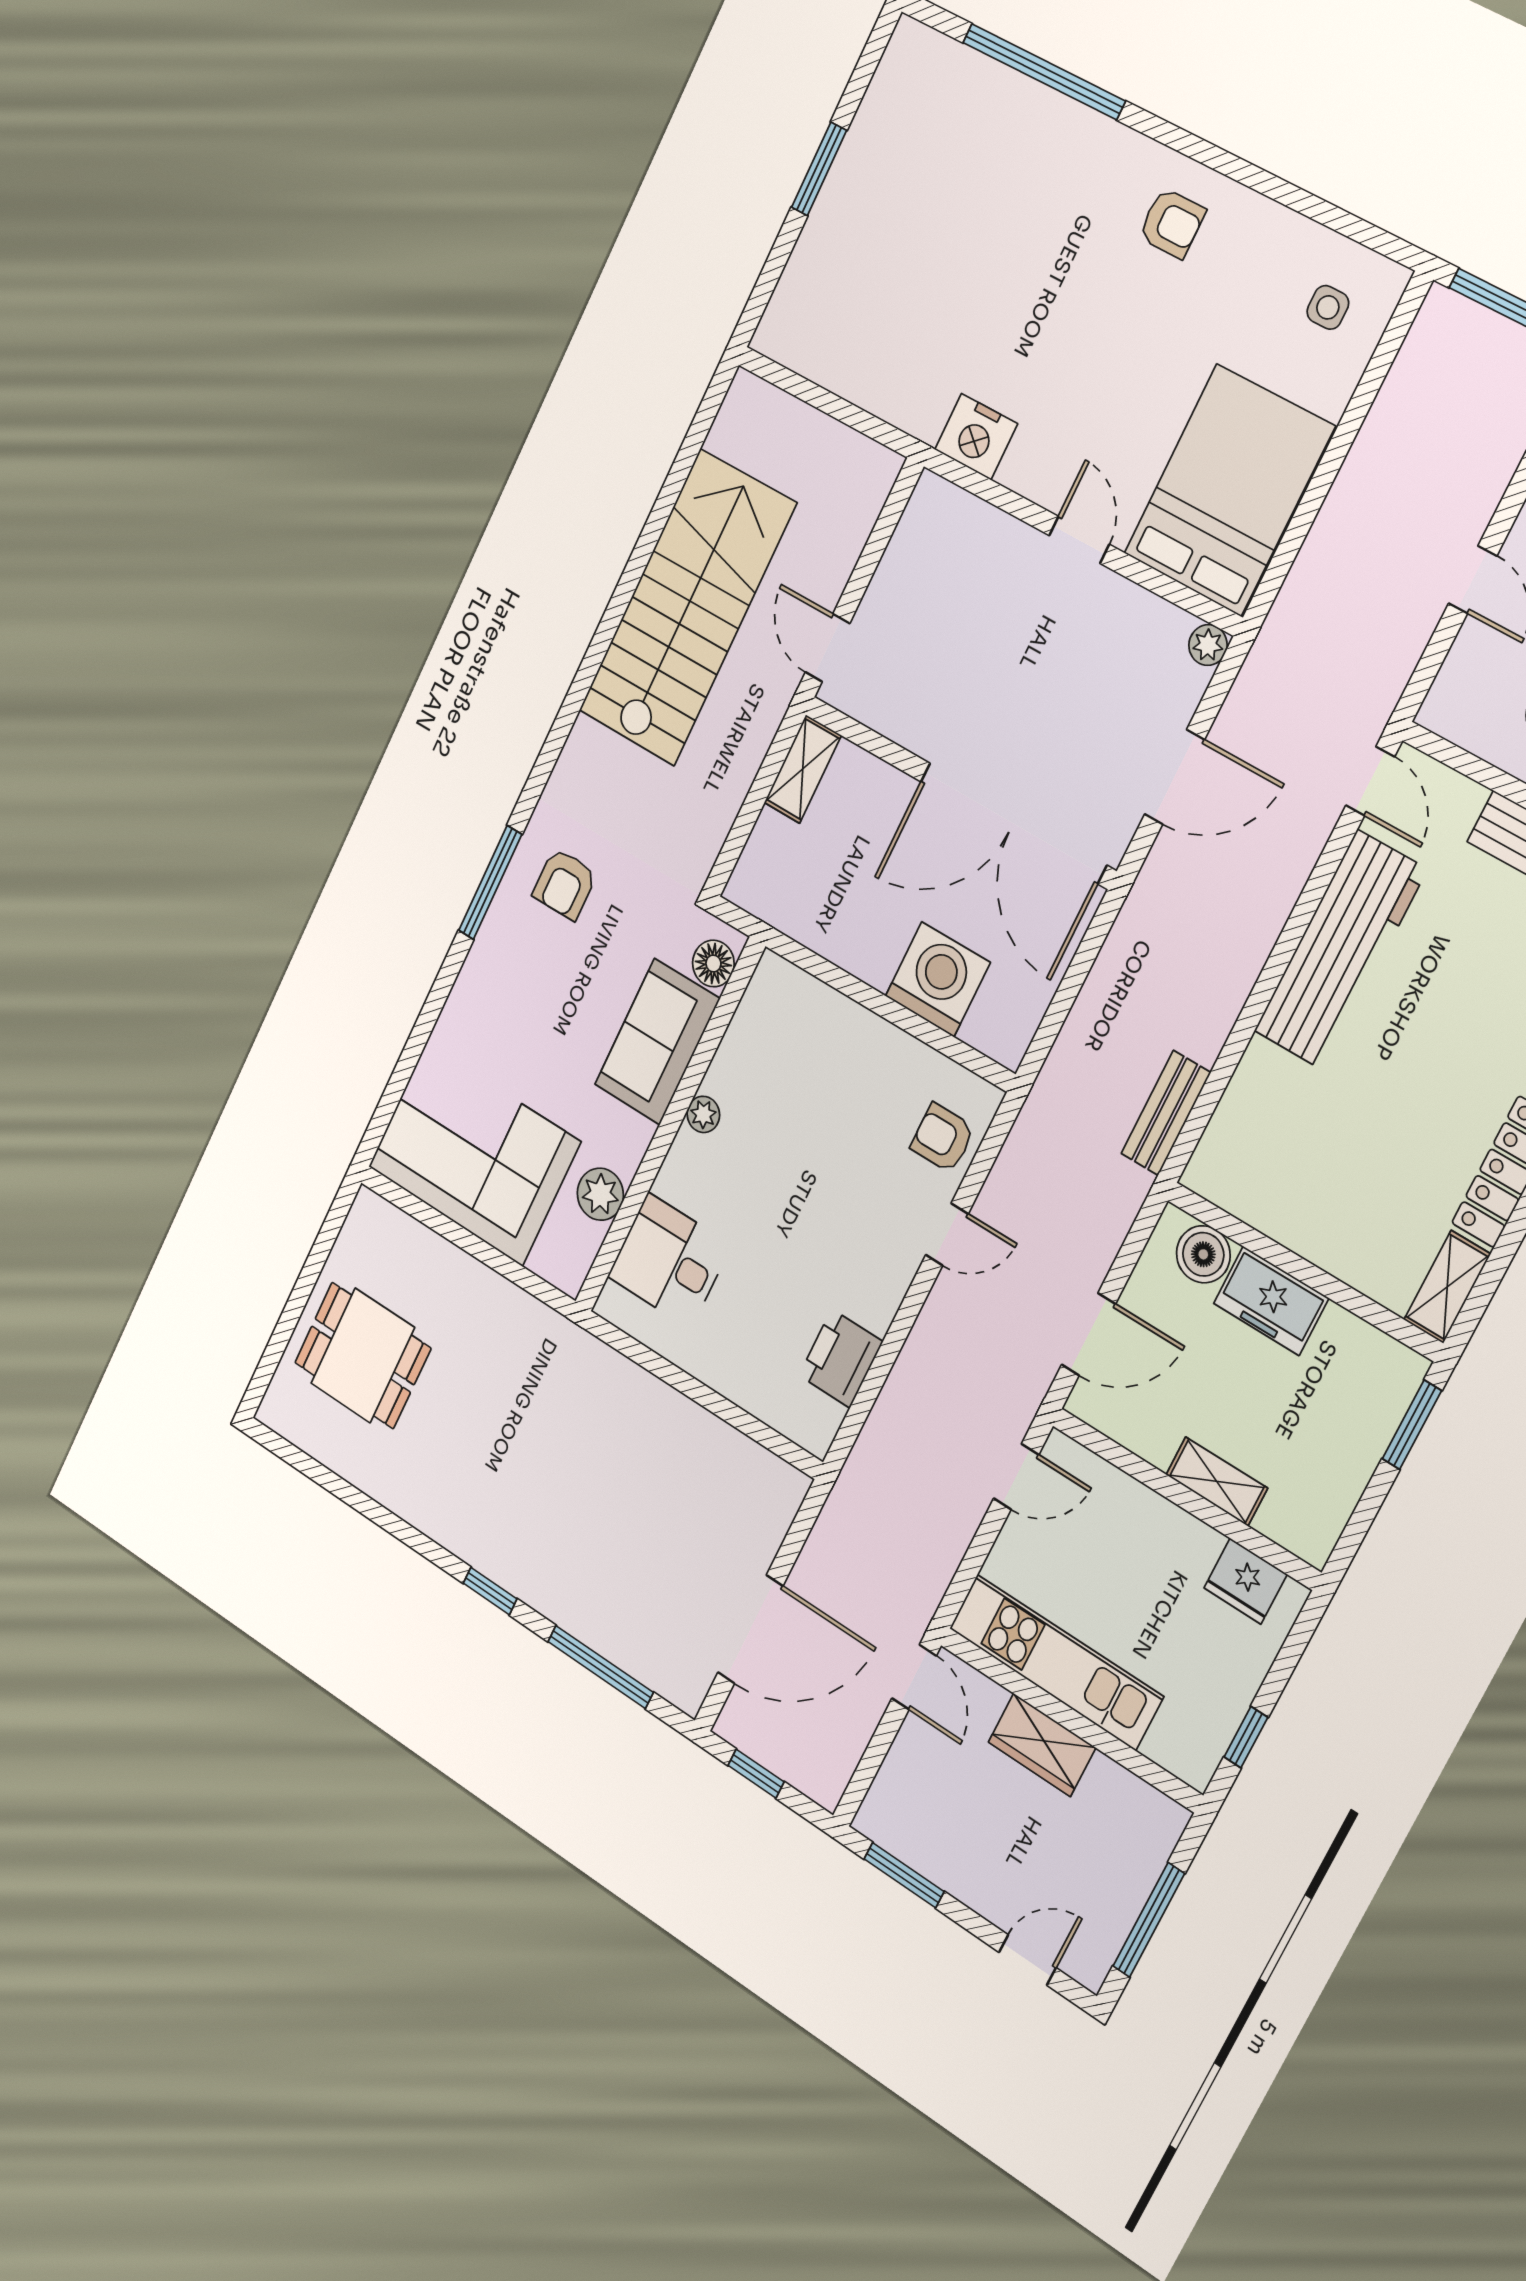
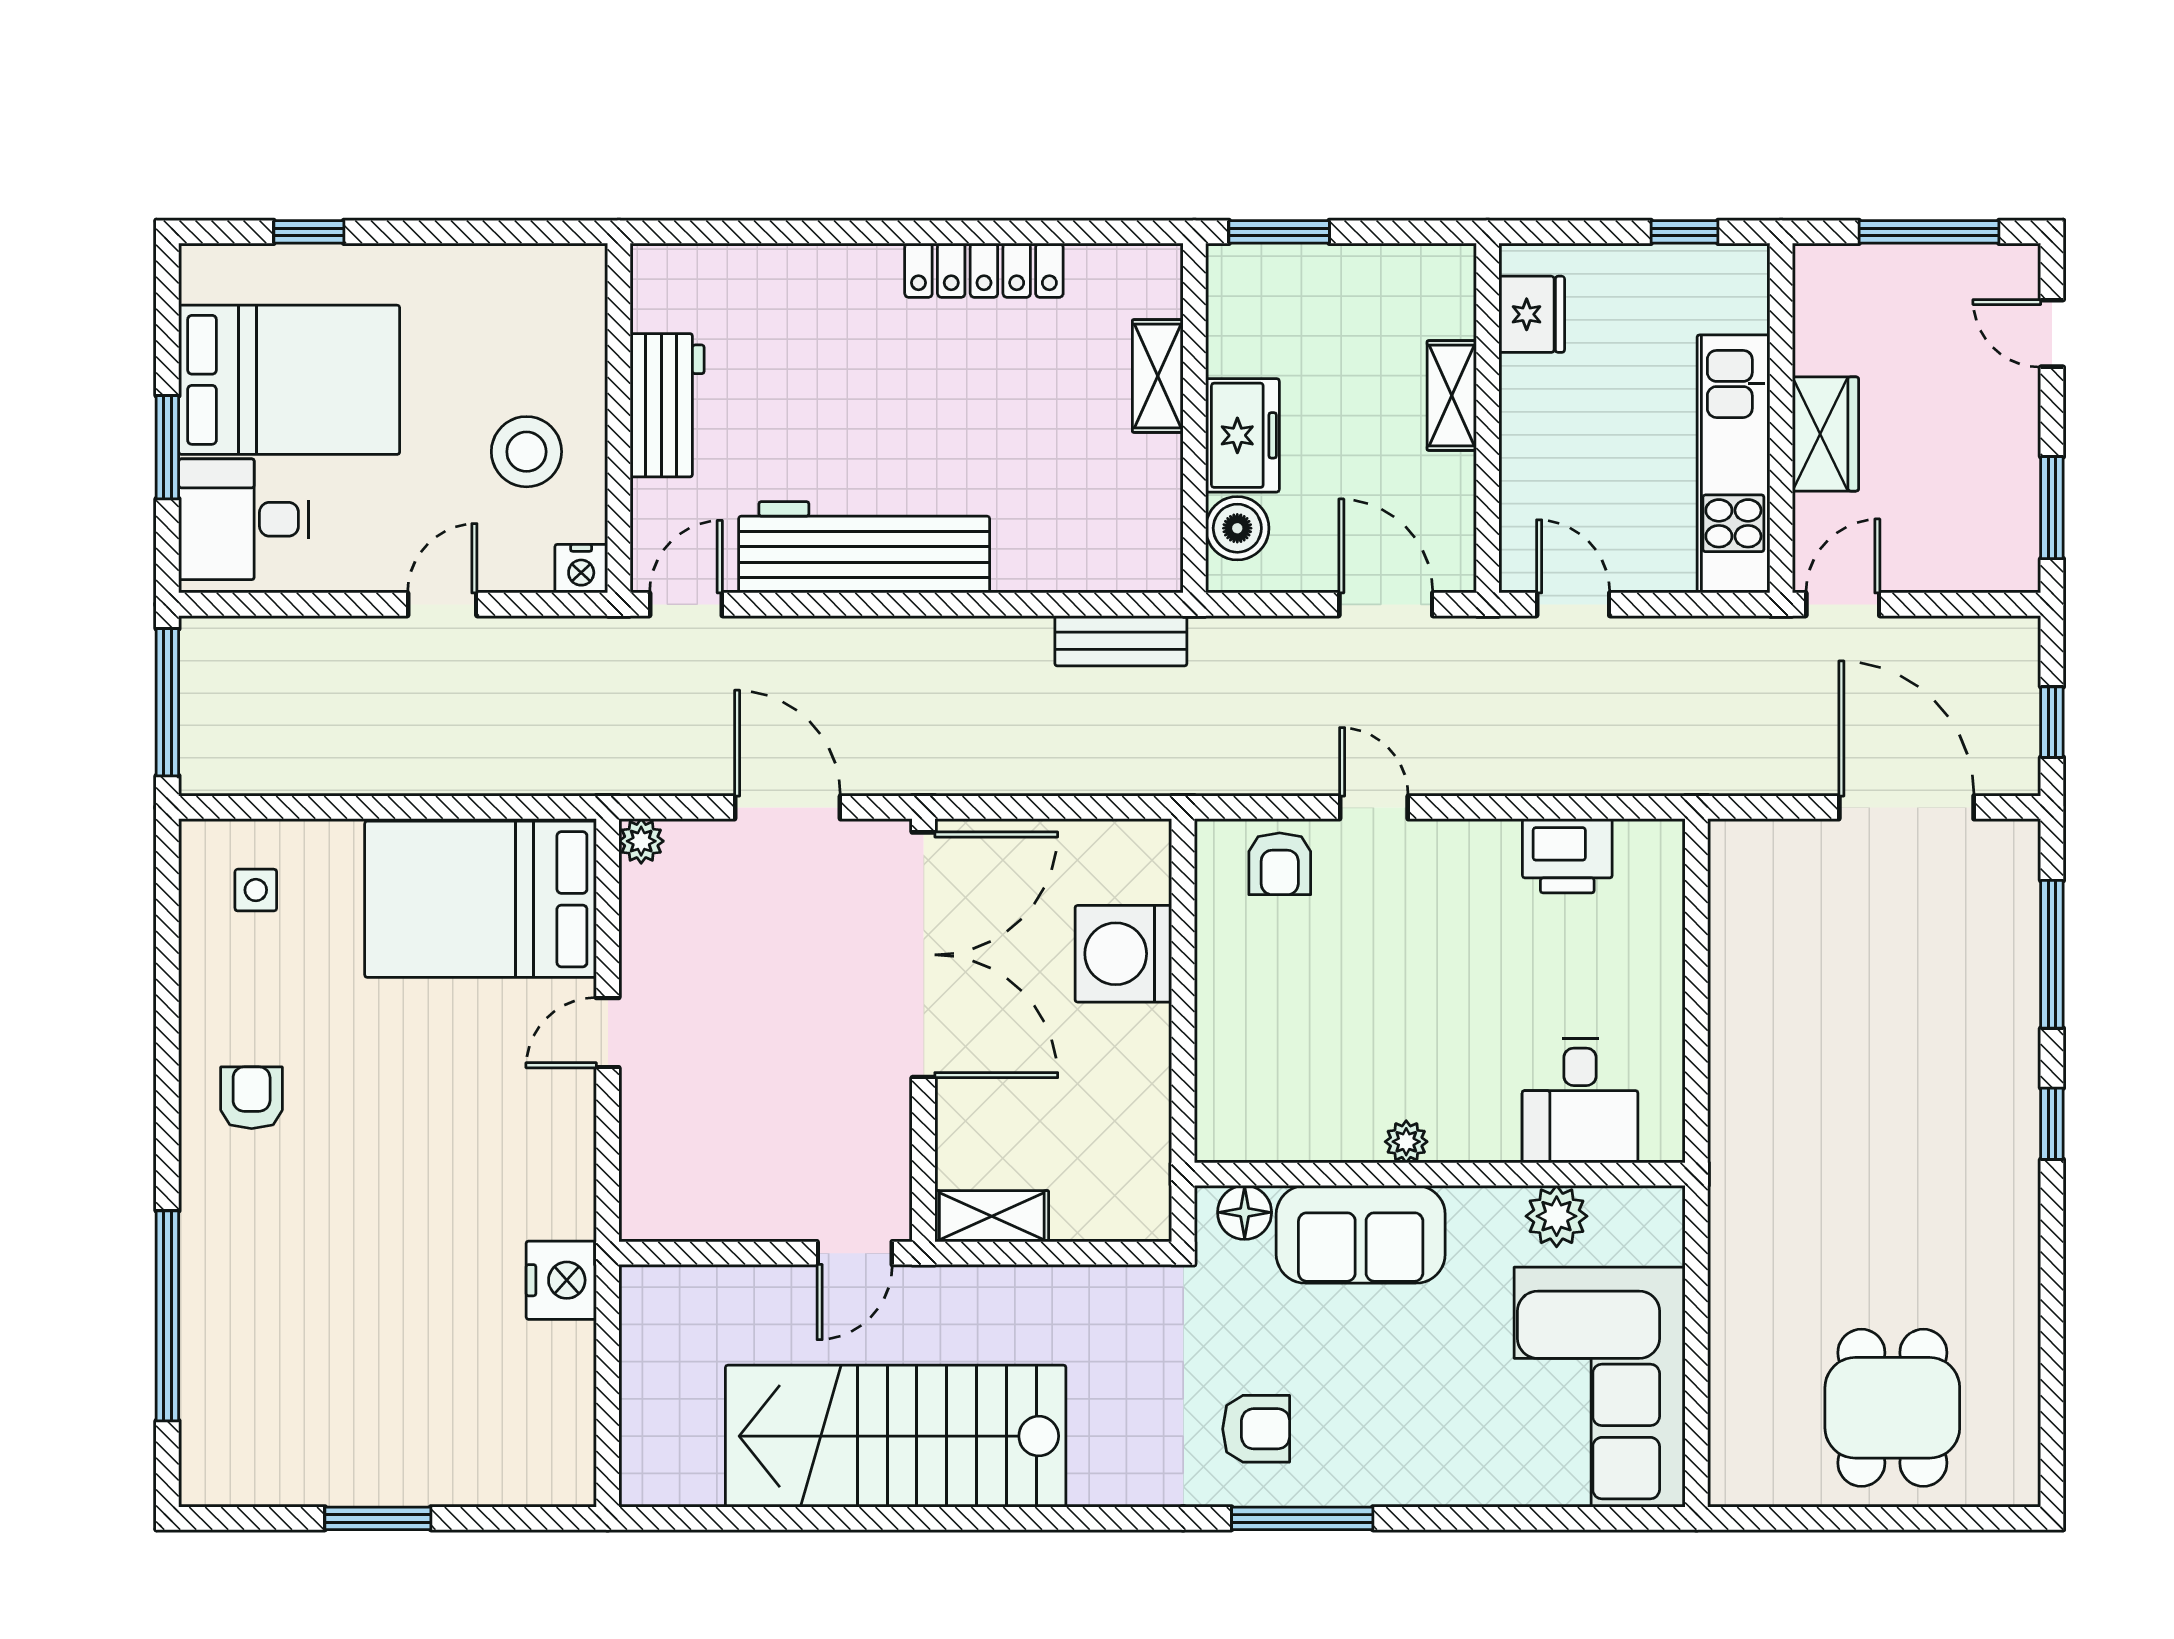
nightstand: (976, 437) -> (561, 1280), moved
nightstand: (1442, 710) -> (581, 569), added
shelving: (1447, 1287) -> (1158, 376), moved, turned 90

